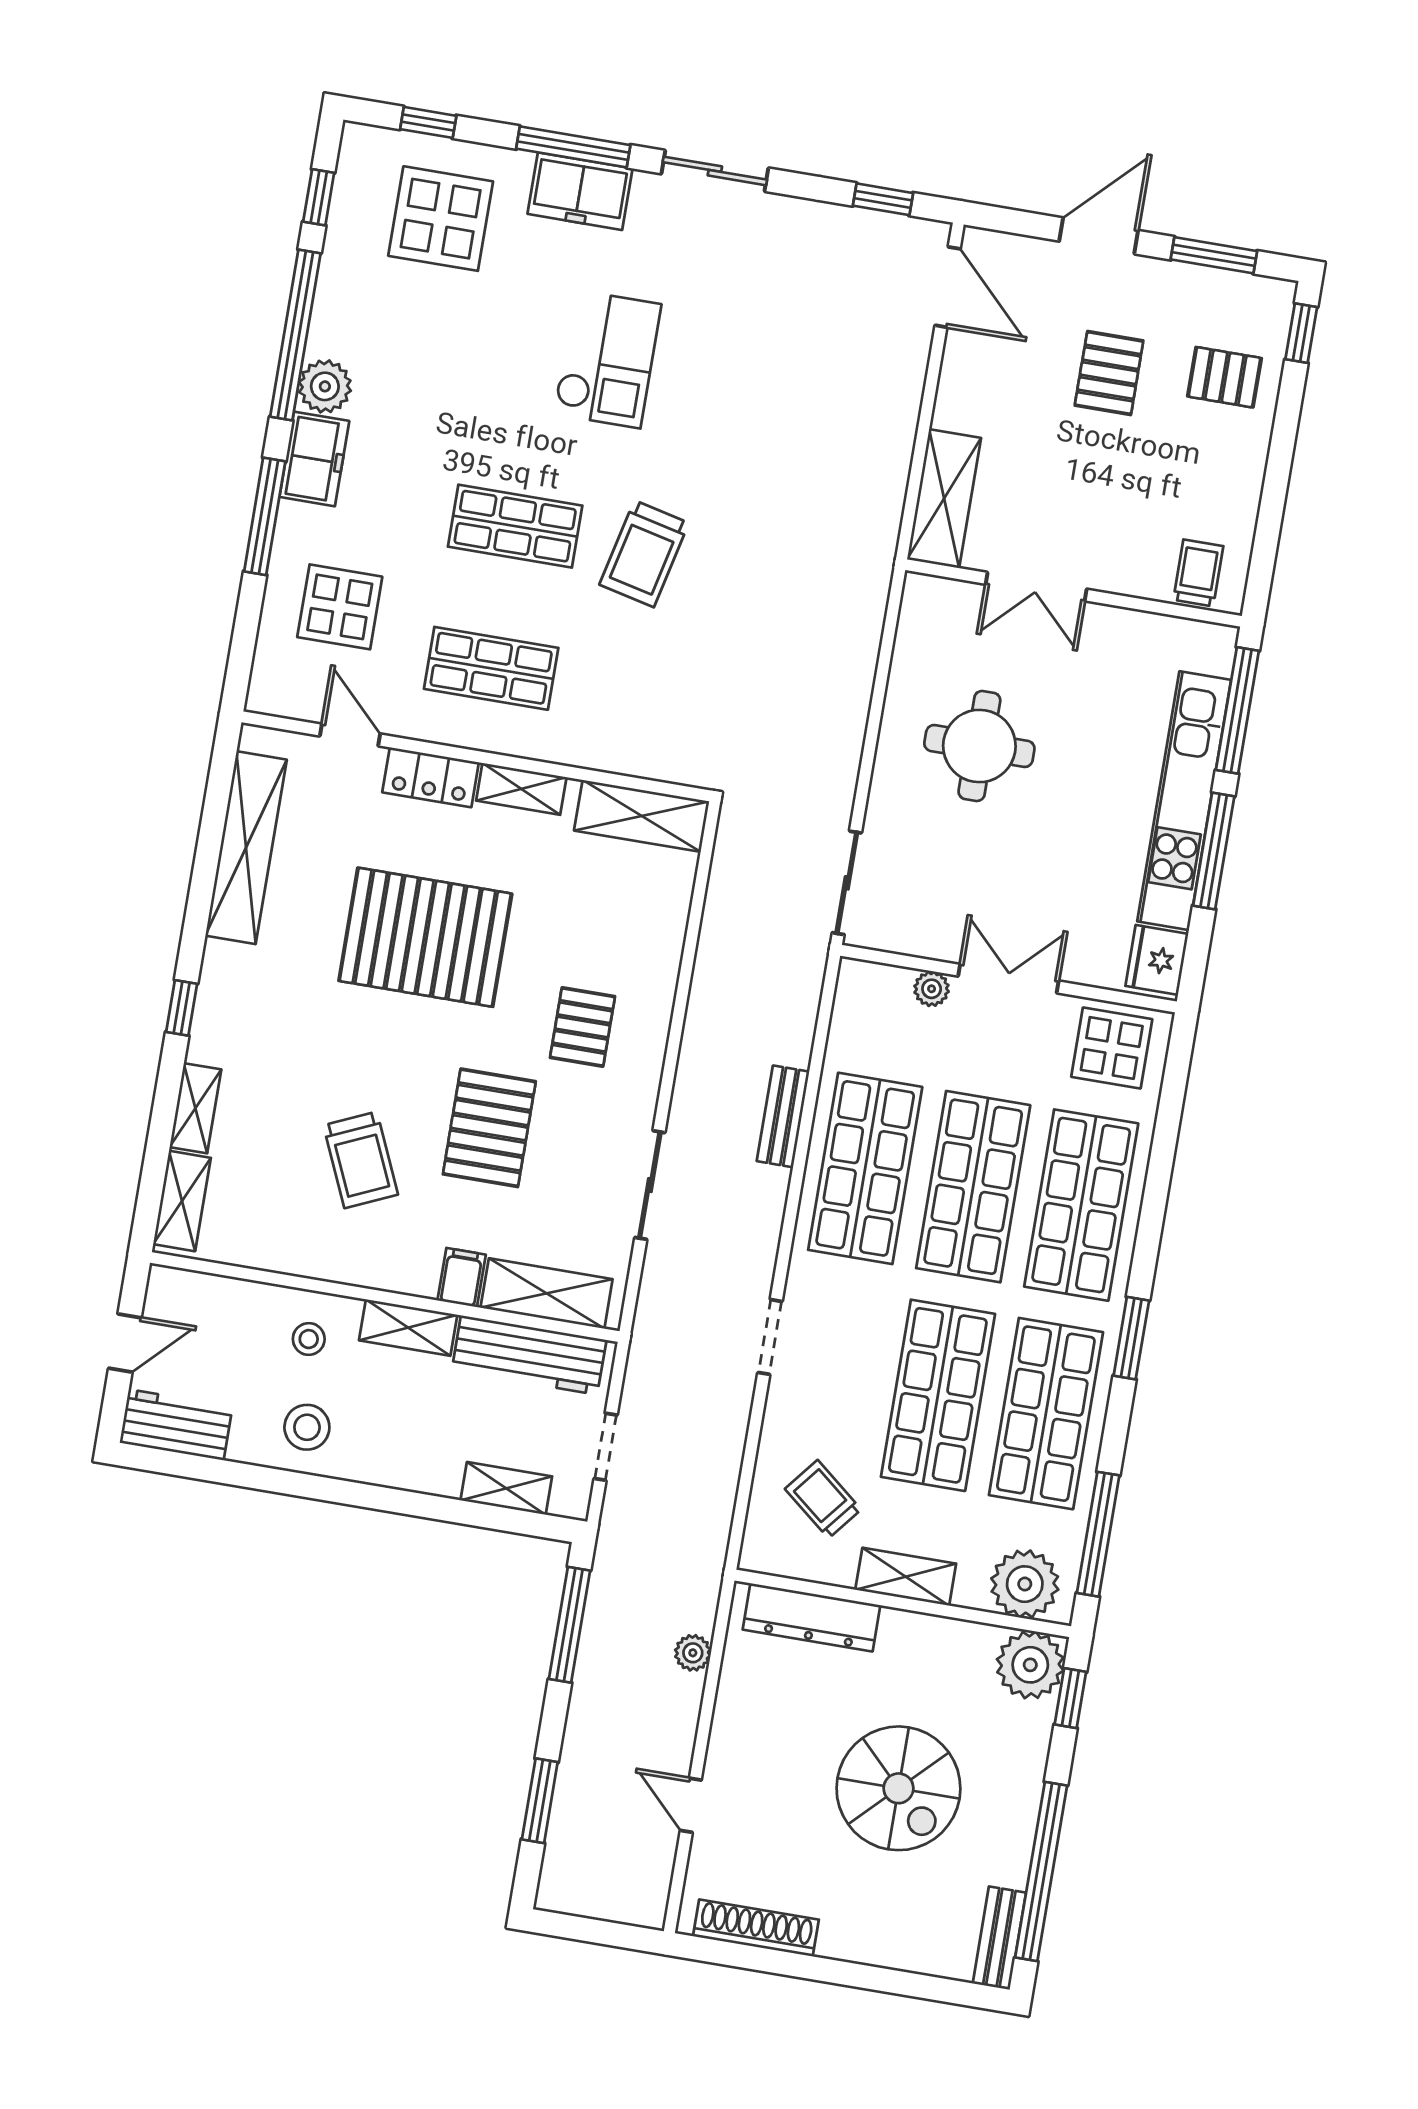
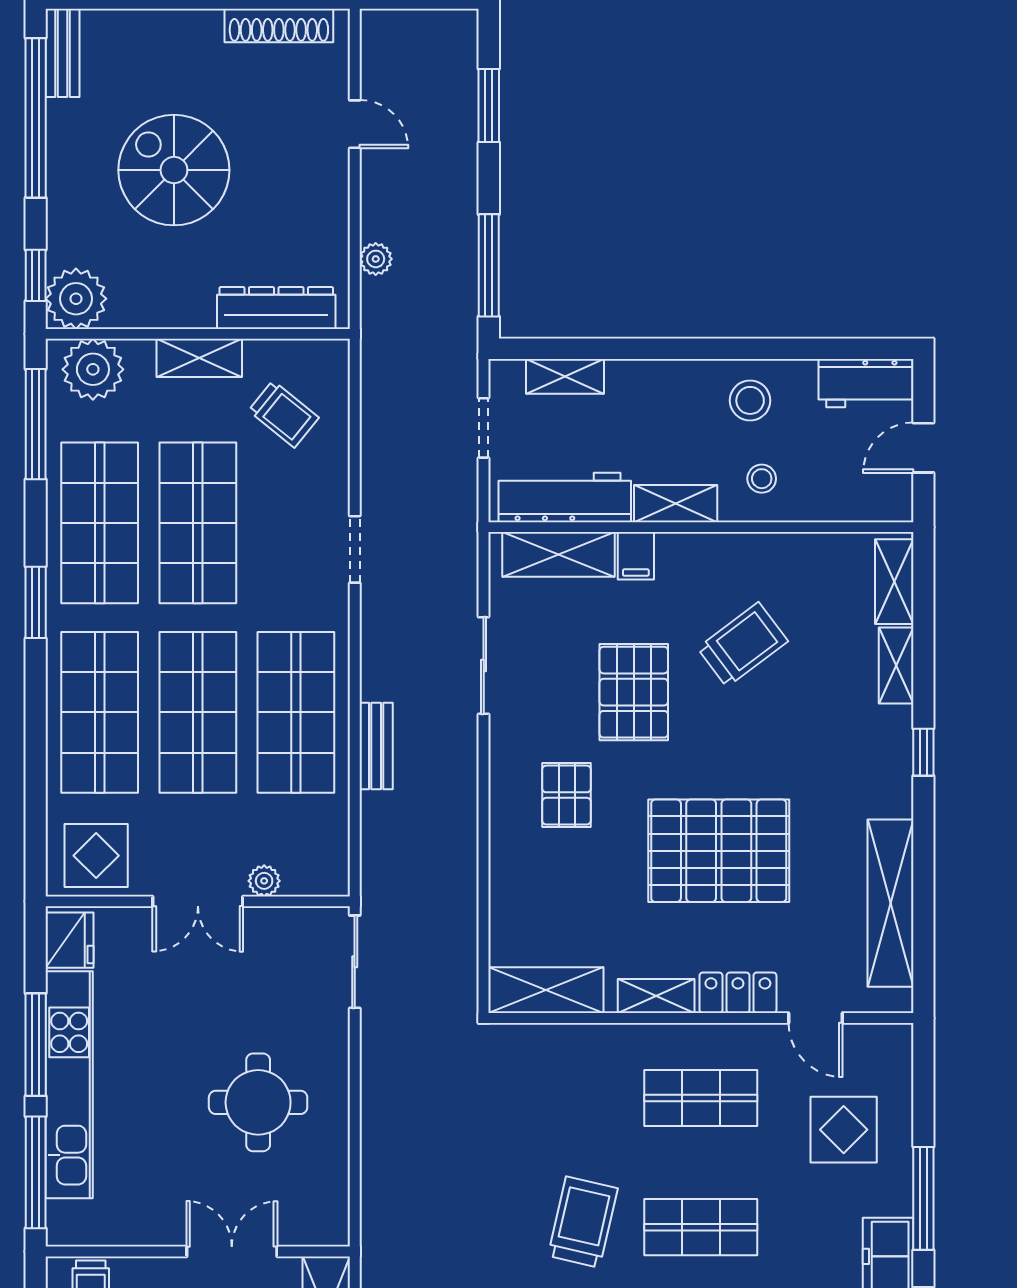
trolley: (361, 1160) -> (743, 645), turned 77

